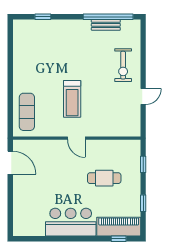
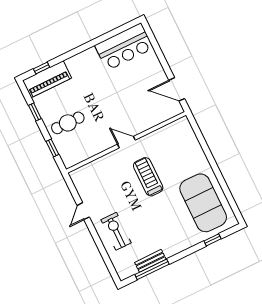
window: (108, 17) -> (152, 269), width x0.68
exercise mat: (27, 112) -> (203, 203), moved, width x2.00, depth x1.45
cafe table: (104, 178) -> (68, 123), moved
bar counter: (71, 222) -> (124, 47), moved

